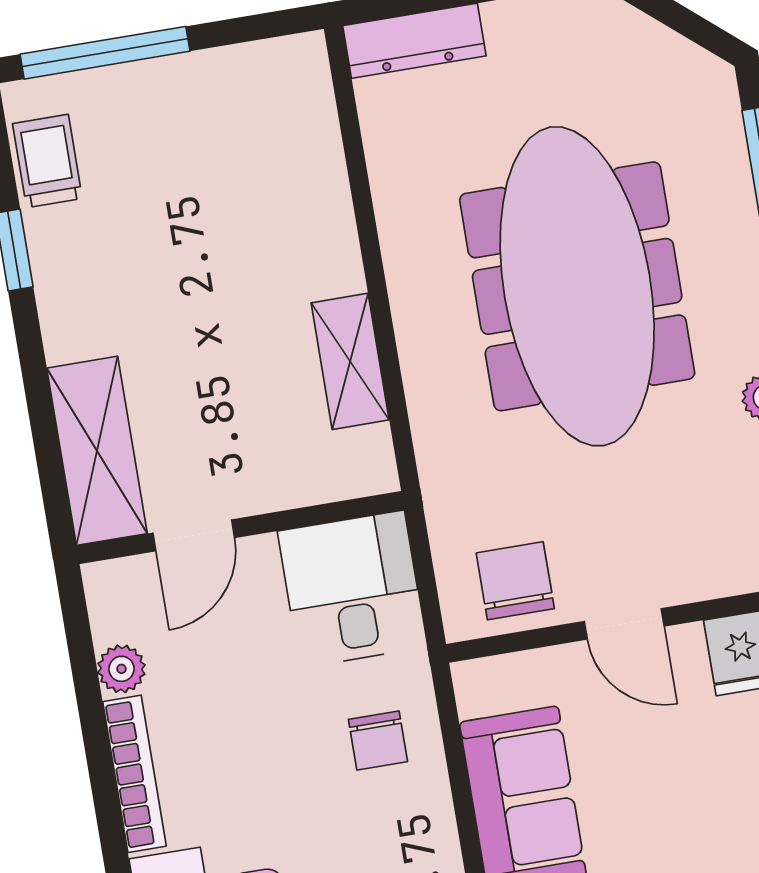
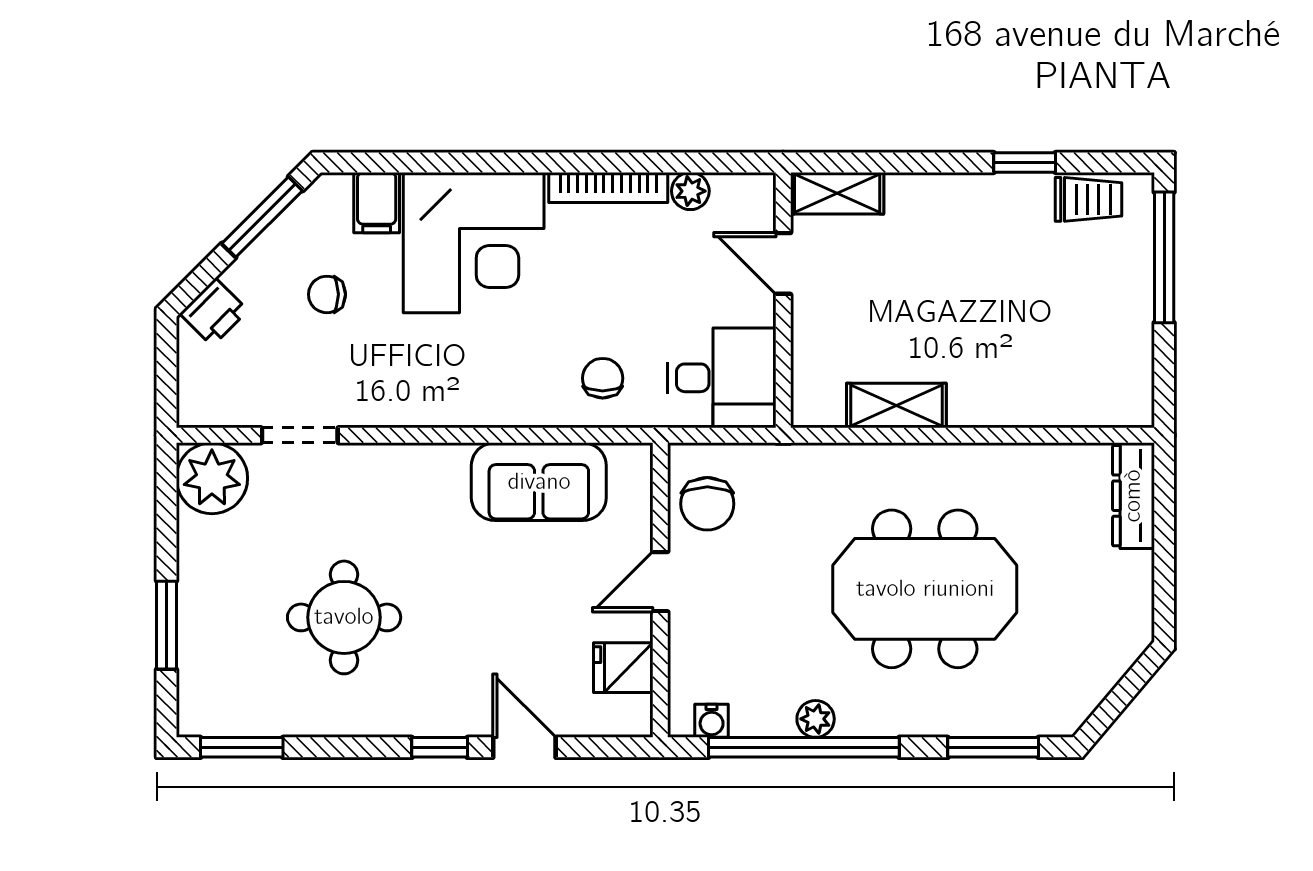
meeting table: (577, 286) -> (925, 589), width x0.73
shelving: (97, 451) -> (837, 193), width x0.67, depth x0.75
chair: (515, 581) -> (707, 504), turned 90
chair: (378, 740) -> (603, 378), turned 90

